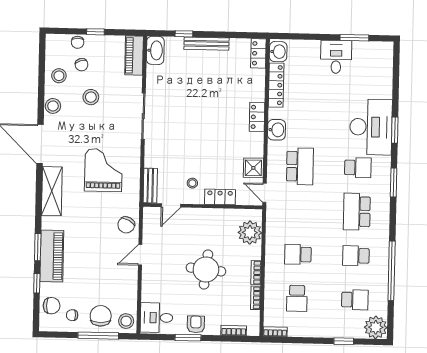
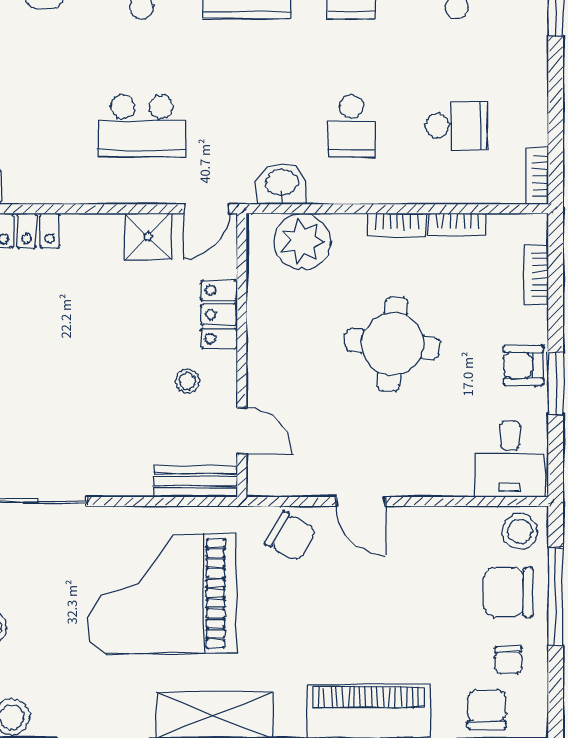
washbasin: (277, 130) -> (282, 183), moved
school desk: (300, 166) -> (142, 126), turned 180
grand piano: (103, 170) -> (162, 593), width x1.37, depth x1.48

